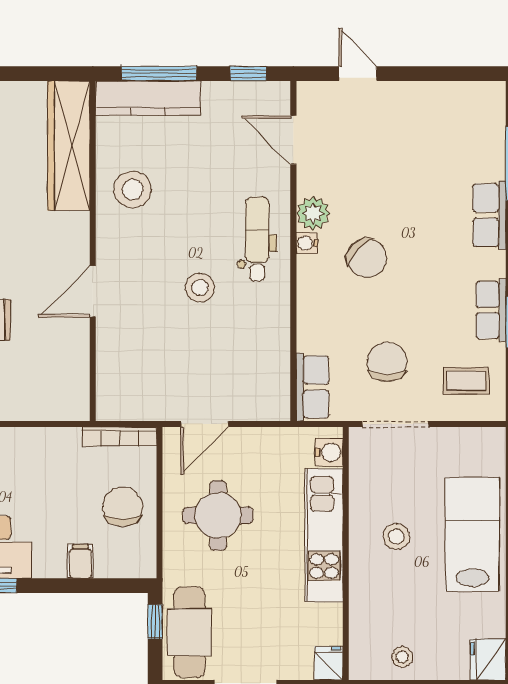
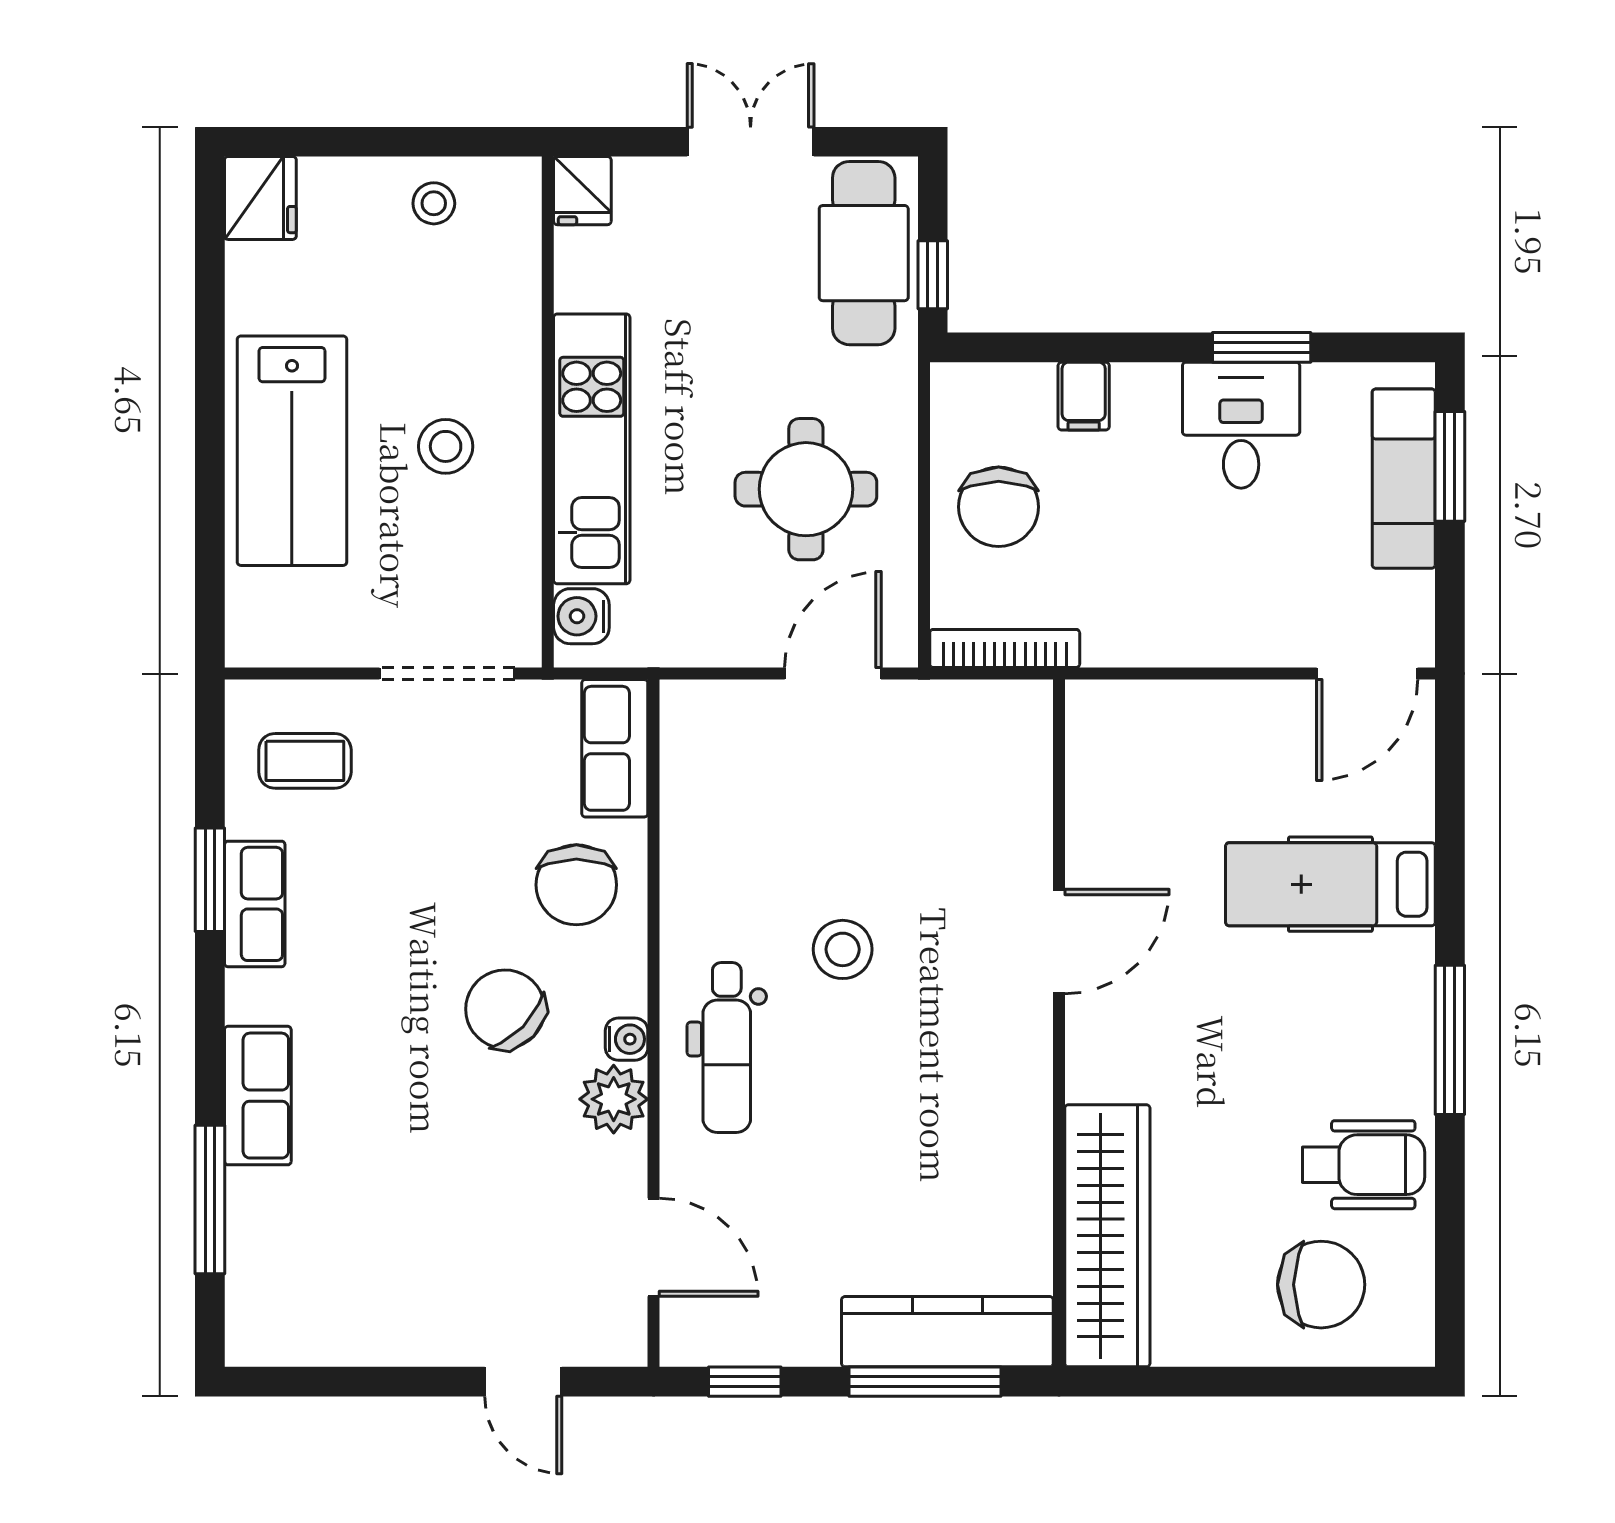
stool: (133, 189) -> (978, 1147), removed
chair: (387, 362) -> (576, 885), moved

